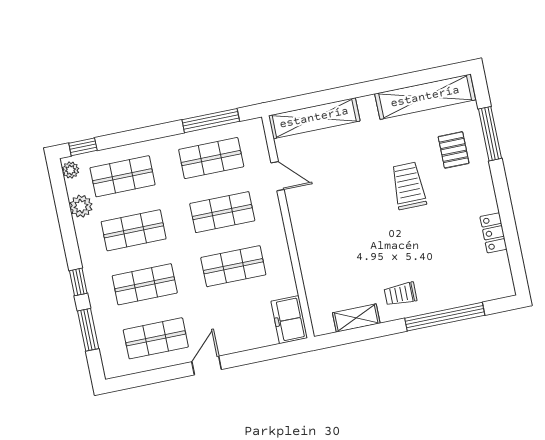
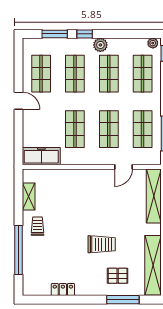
plant: (81, 206) -> (100, 45), moved
freezer: (289, 320) -> (41, 156), width x1.40

